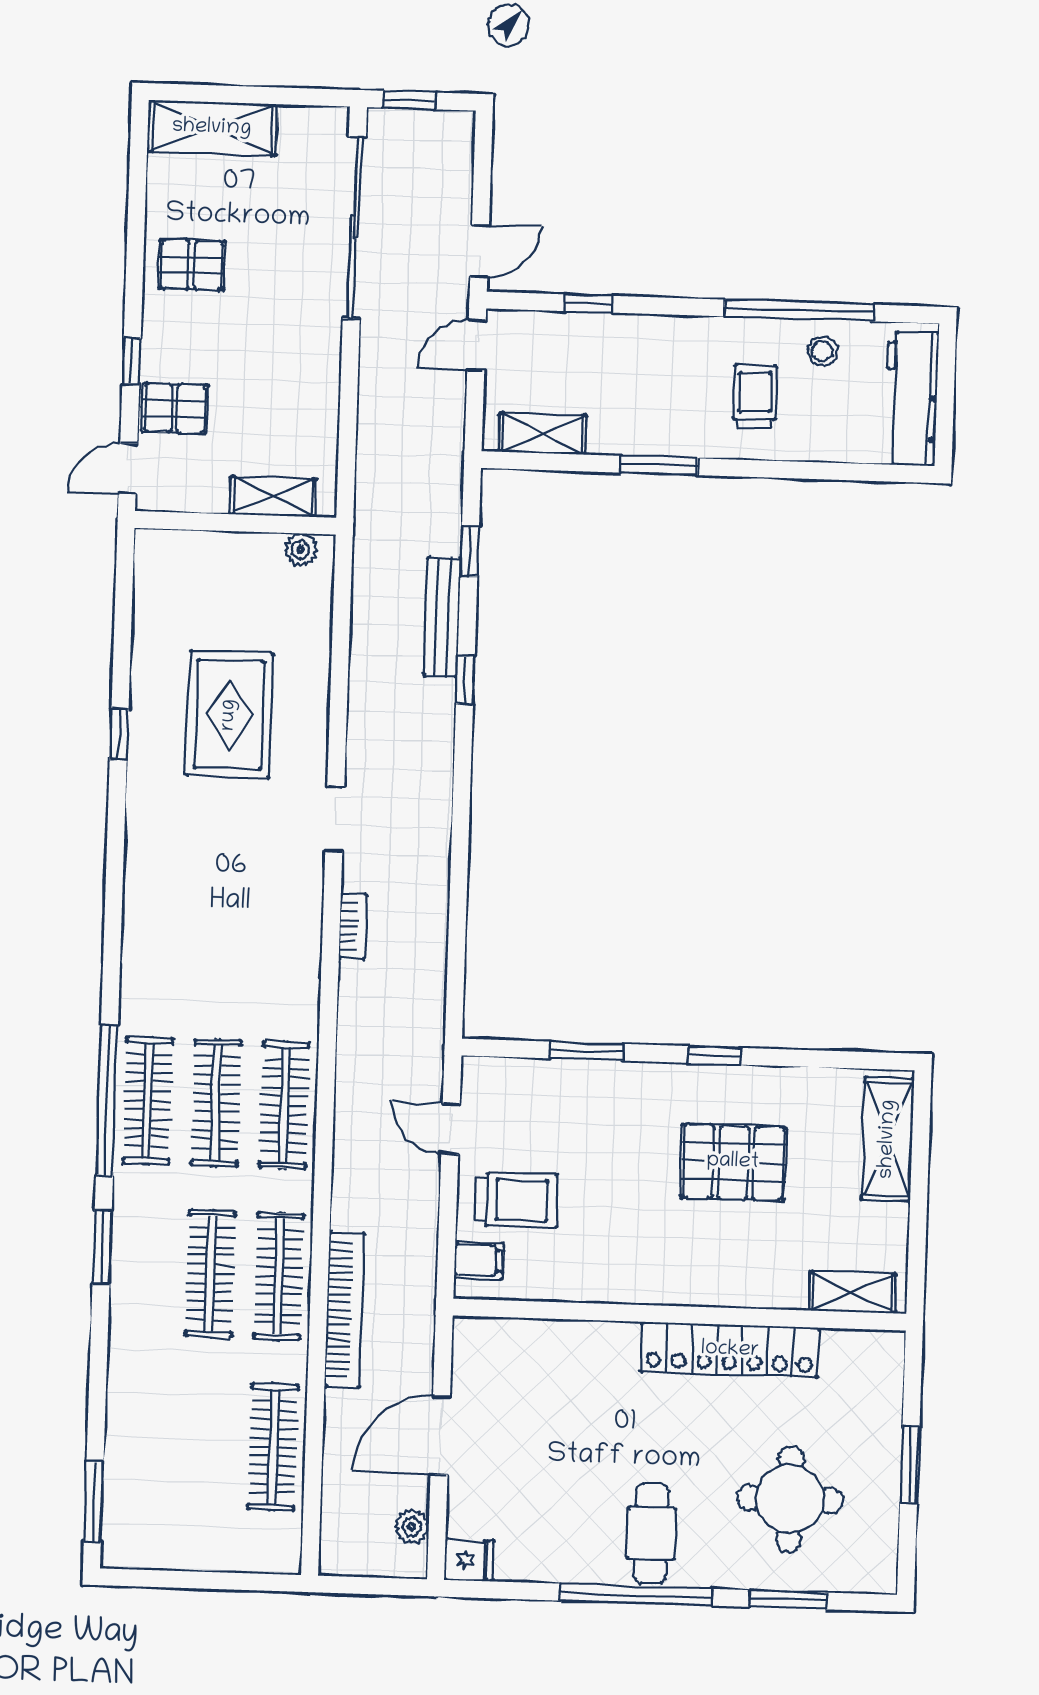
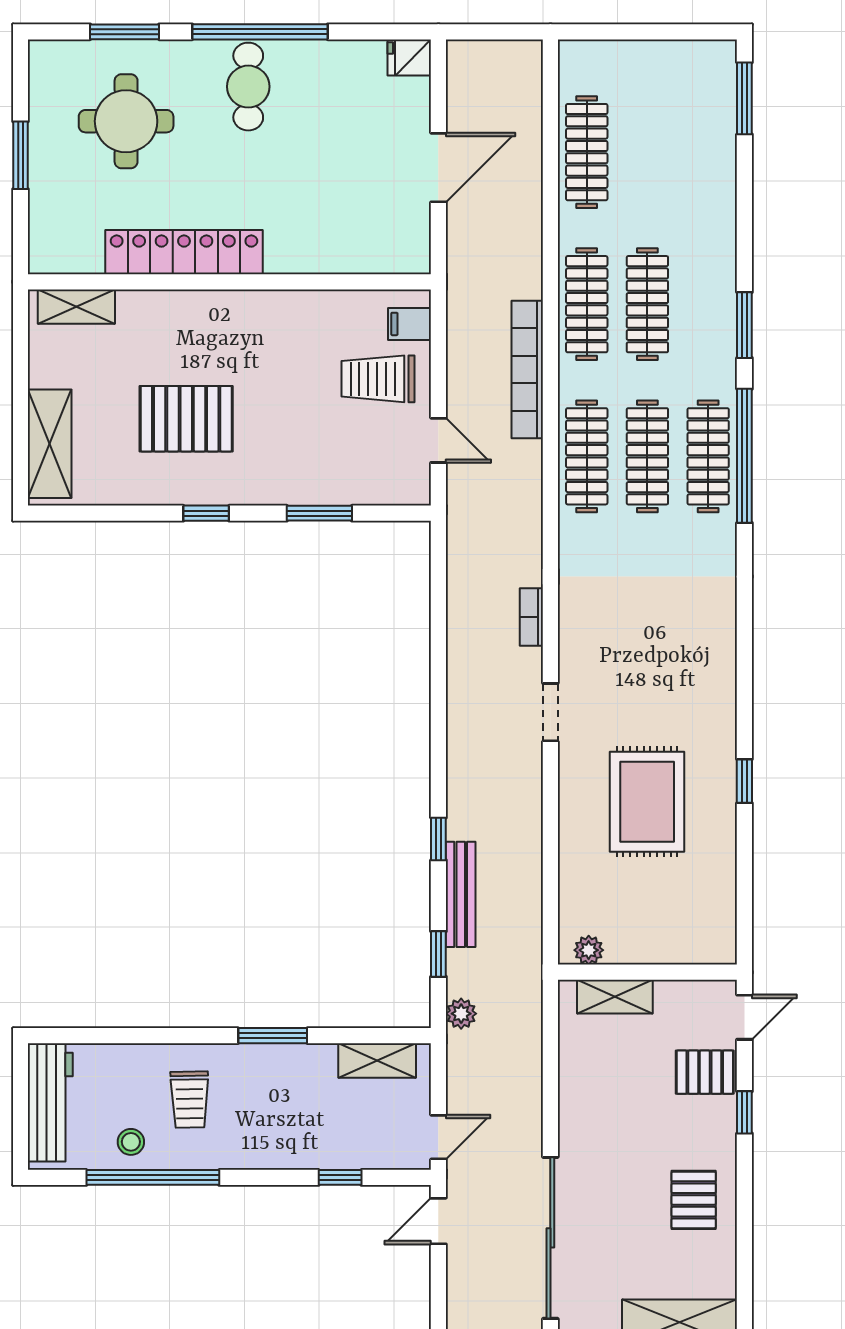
pallet: (192, 265) -> (694, 1200), turned 90
bookcase: (344, 1310) -> (527, 370), moved
plant: (412, 1526) -> (461, 1014), moved

